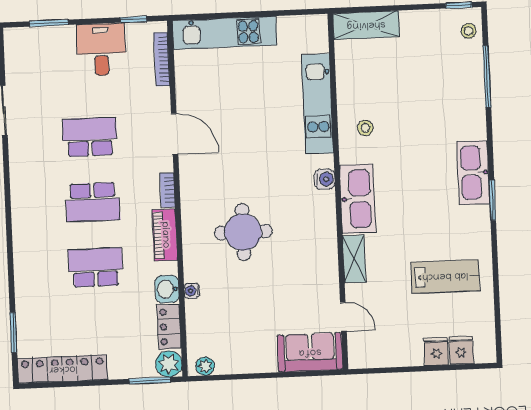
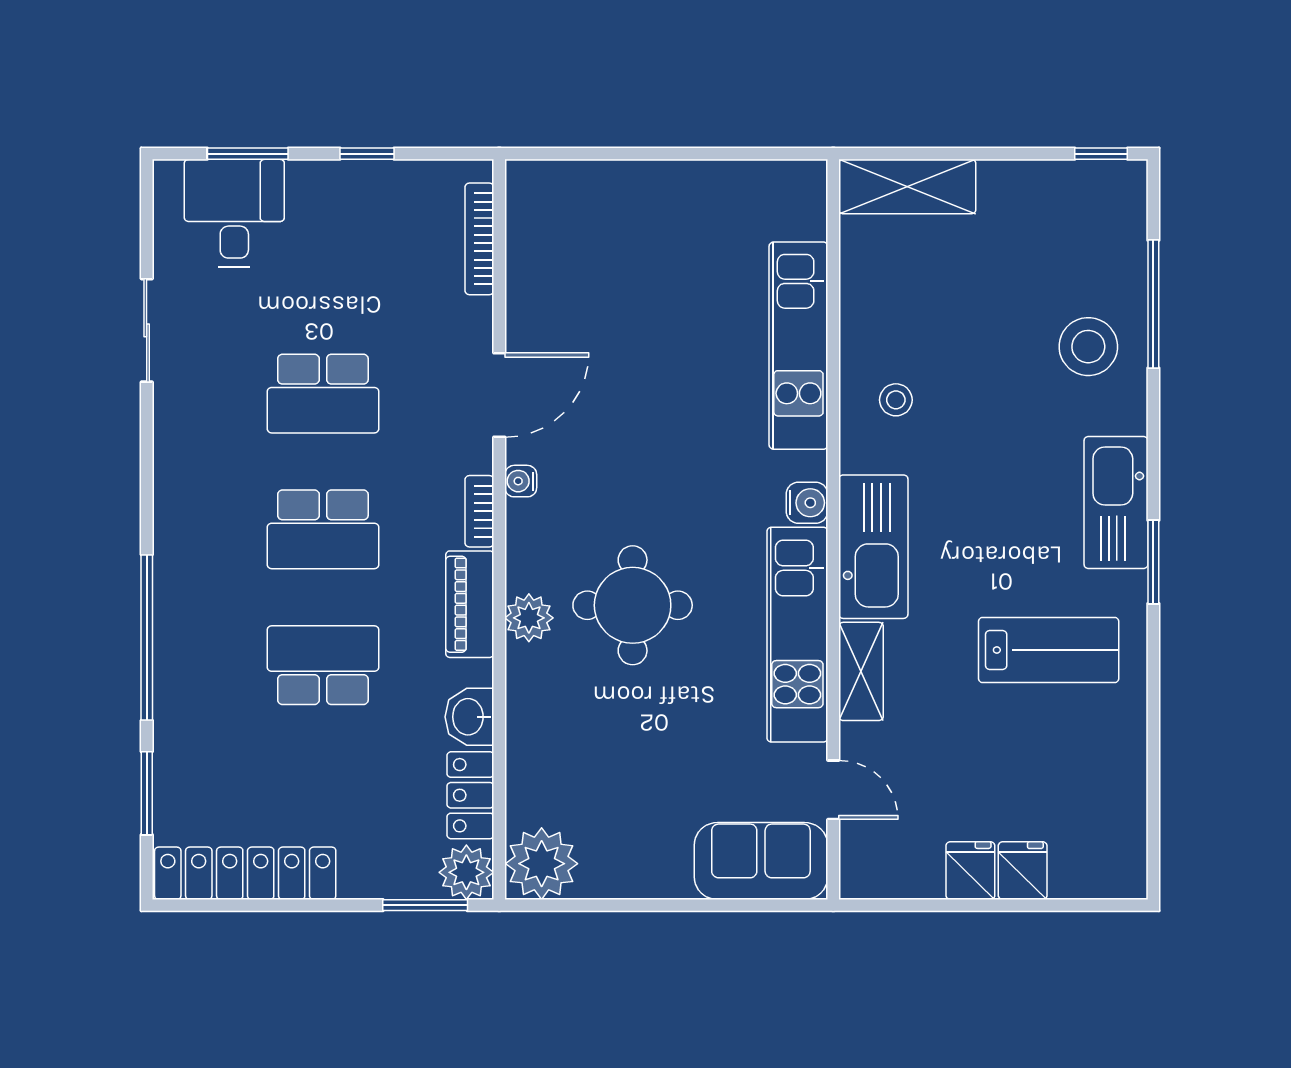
window: (133, 19) -> (367, 154), moved
stool: (469, 31) -> (1088, 347), moved, width x1.89, depth x1.89
kitchen unit: (225, 33) -> (797, 635), moved, turned 90
desk: (101, 49) -> (234, 213), moved
door: (175, 134) -> (499, 395), hinge flipped
school desk: (90, 137) -> (323, 394), turned 180
plant: (194, 240) -> (529, 618), added
window: (10, 258) -> (147, 638), added
lab bench: (445, 276) -> (1049, 650), moved
water cooler: (192, 291) -> (521, 481), moved
fridge: (461, 350) -> (970, 871), moved
plant: (205, 366) -> (542, 864), width x1.88, depth x1.88

